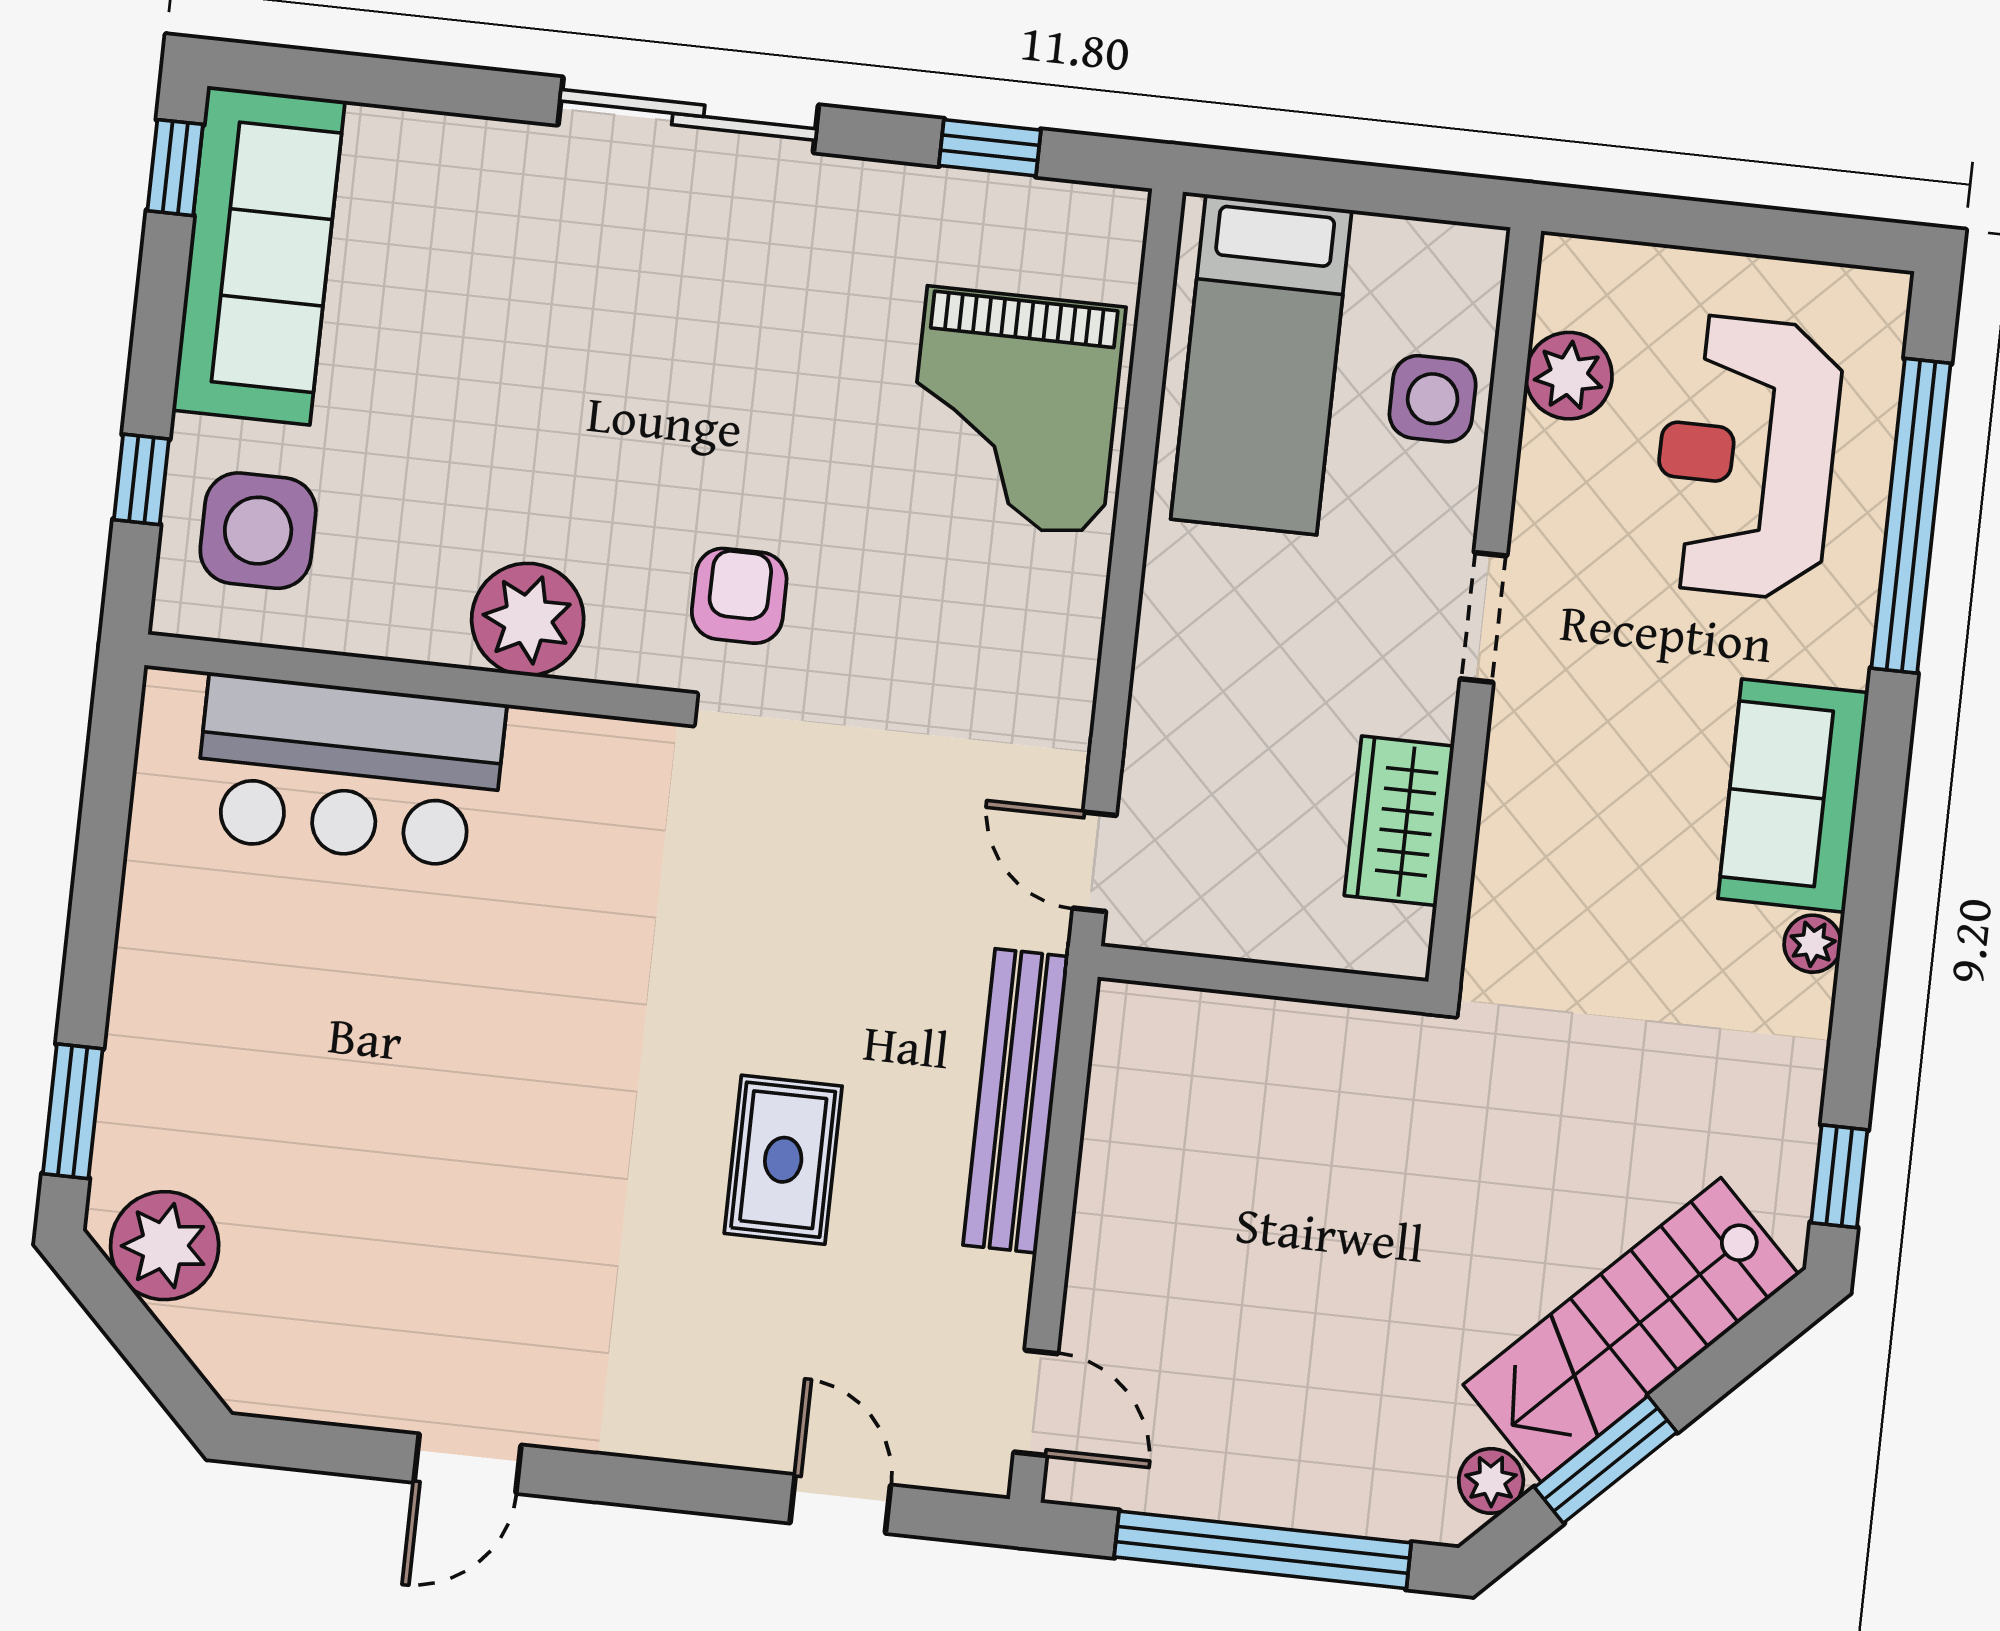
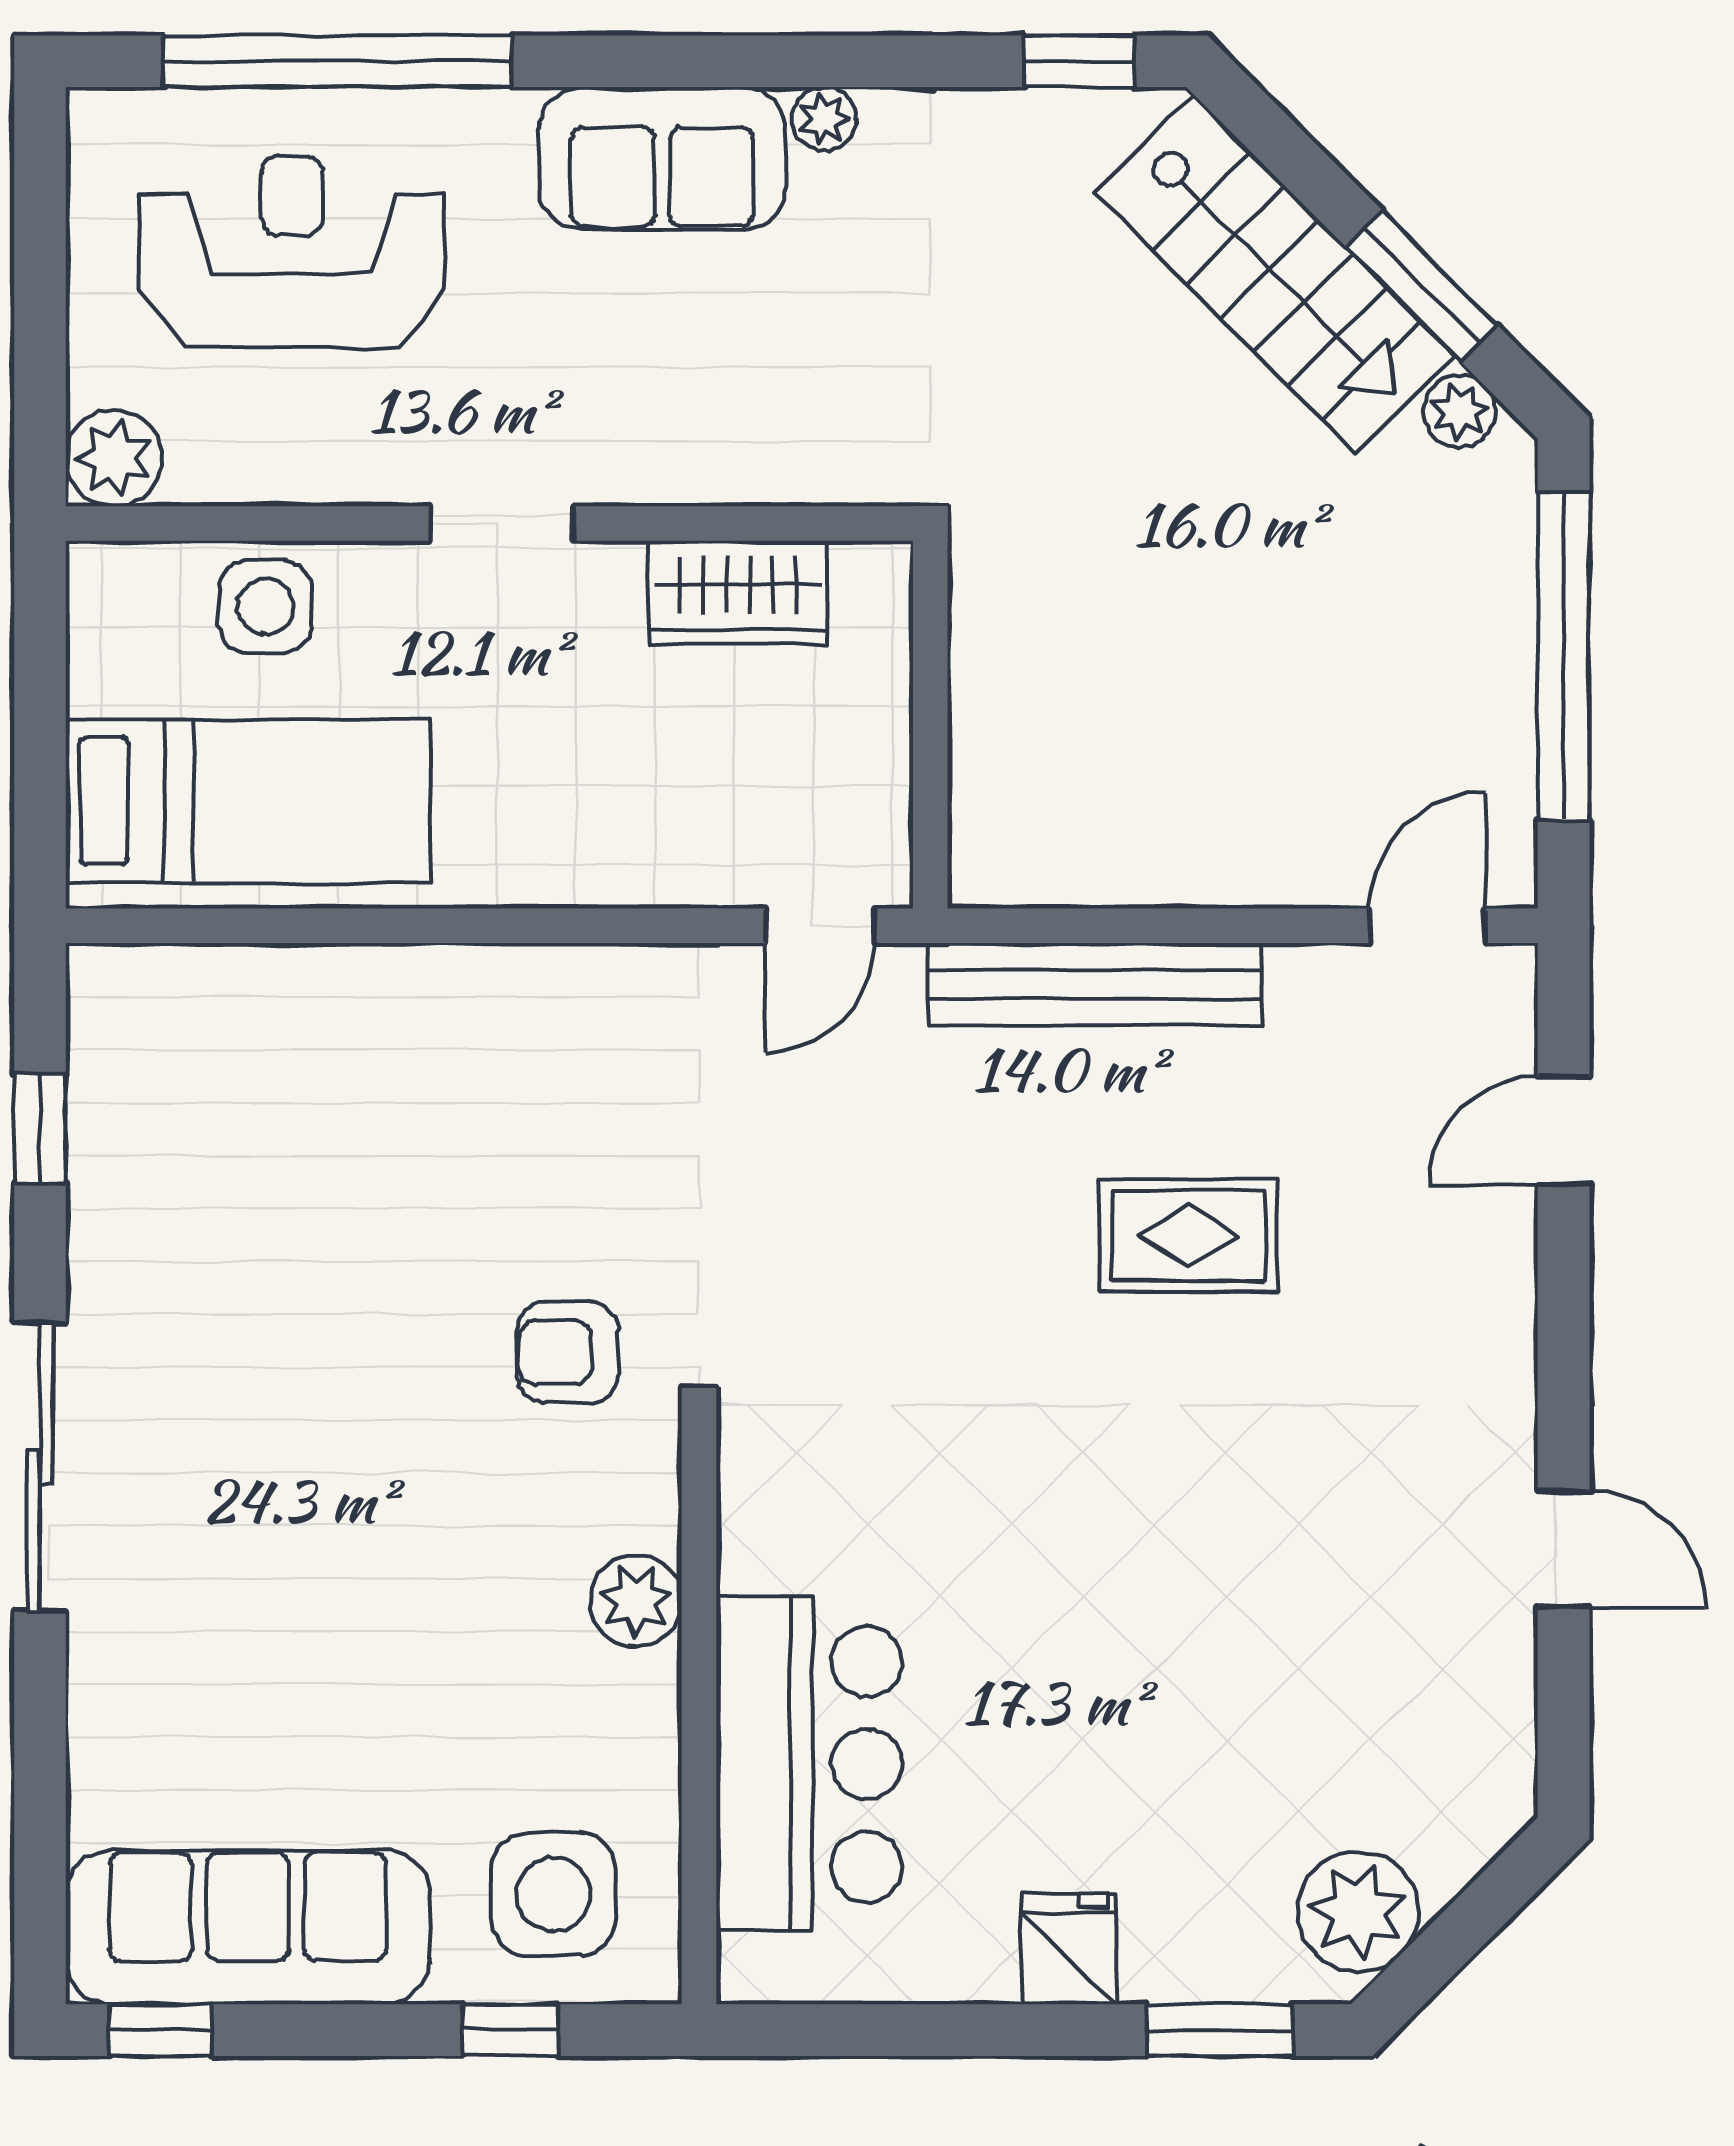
plant: (1569, 376) -> (114, 458), moved
grand piano: (1014, 411) -> (330, 1069), removed
reception desk: (1746, 457) -> (292, 252), turned 180
plant: (528, 619) -> (636, 1601), width x0.73, depth x0.73
fridge: (160, 984) -> (1069, 1949), added

